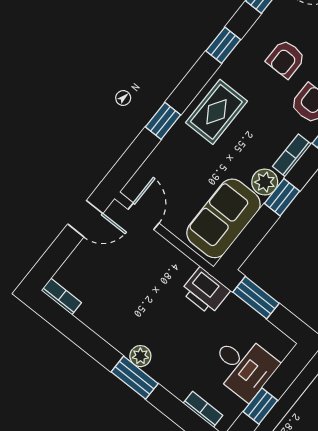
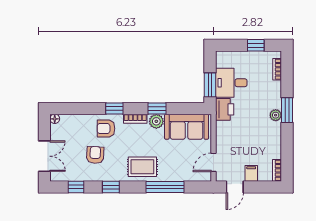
armchair: (286, 59) -> (95, 155), turned -87
window: (163, 121) -> (165, 187), width x2.17
door: (85, 219) -> (235, 187), swing flipped
filing cabinet: (86, 257) -> (251, 173), added
desk: (243, 366) -> (231, 83), moved, turned -90

